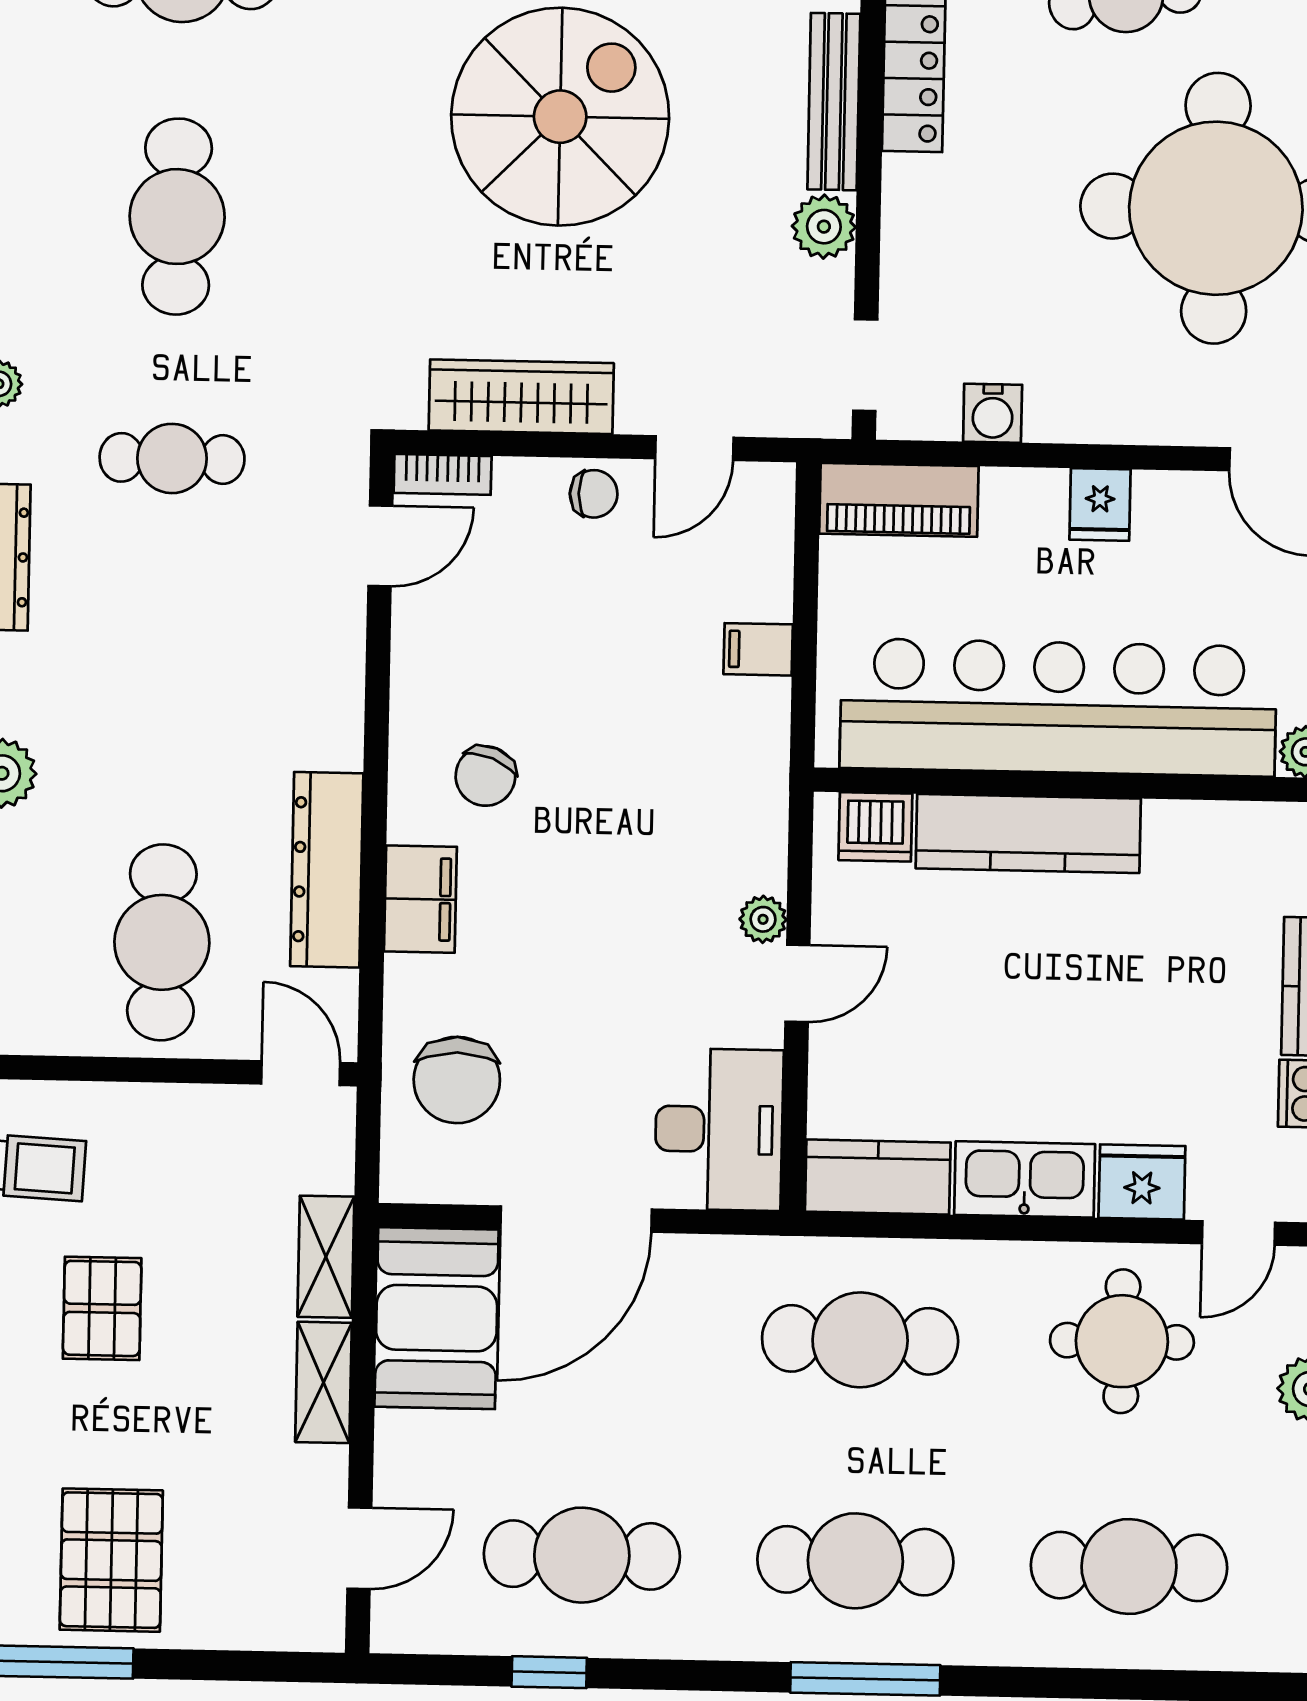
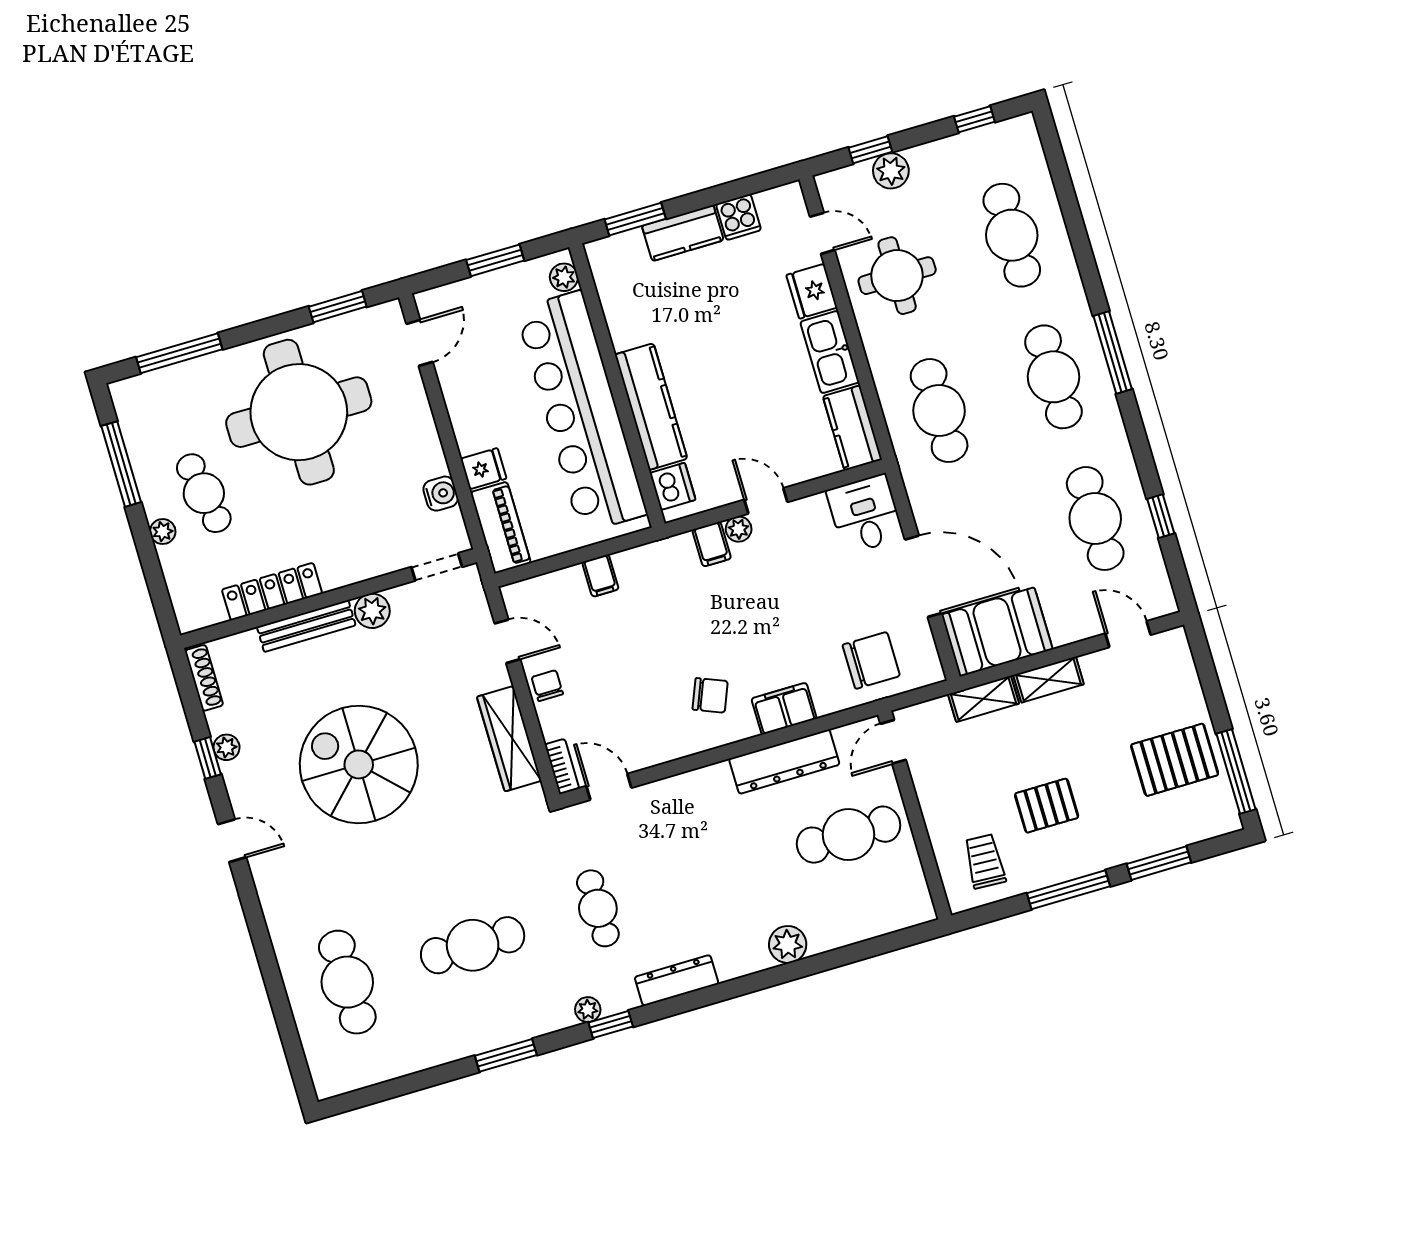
fridge: (1100, 504) -> (483, 469), moved
filing cabinet: (752, 863) -> (712, 544), added
desk: (719, 1129) -> (865, 514), width x0.73

